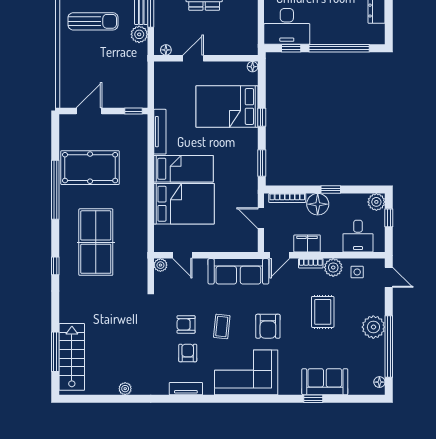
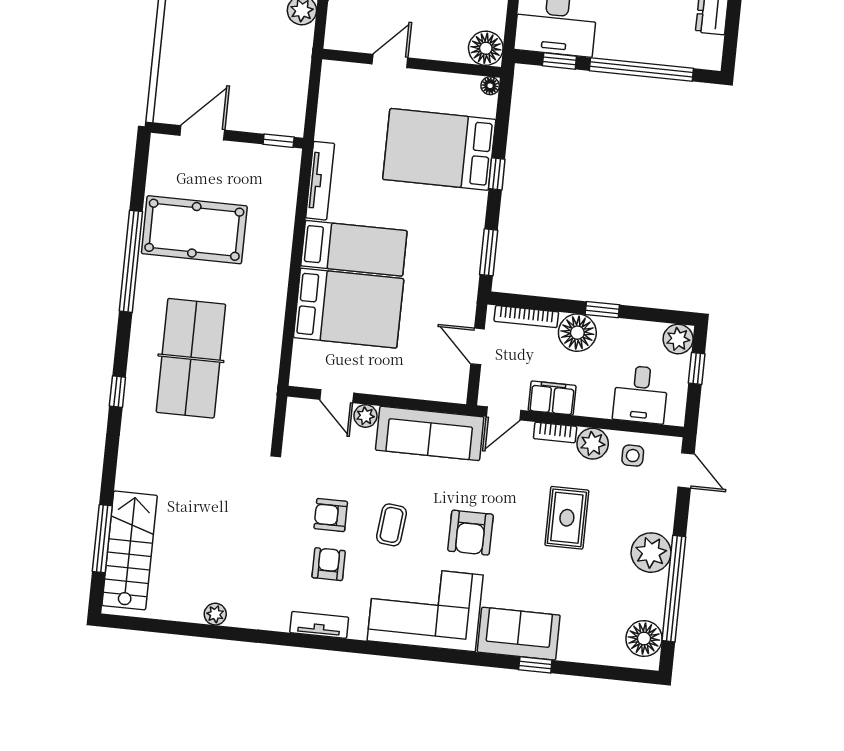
floor lamp: (166, 50) -> (486, 48), moved, width x1.89, depth x1.89
plant: (160, 265) -> (365, 416), moved
sofa: (325, 382) -> (519, 634), moved
floor lamp: (379, 382) -> (644, 639), width x1.89, depth x1.89

